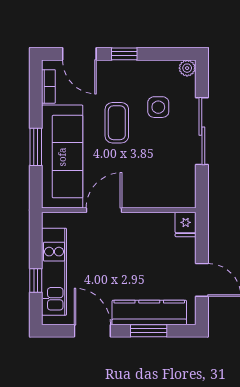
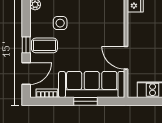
coffee table: (117, 123) -> (44, 45), moved

